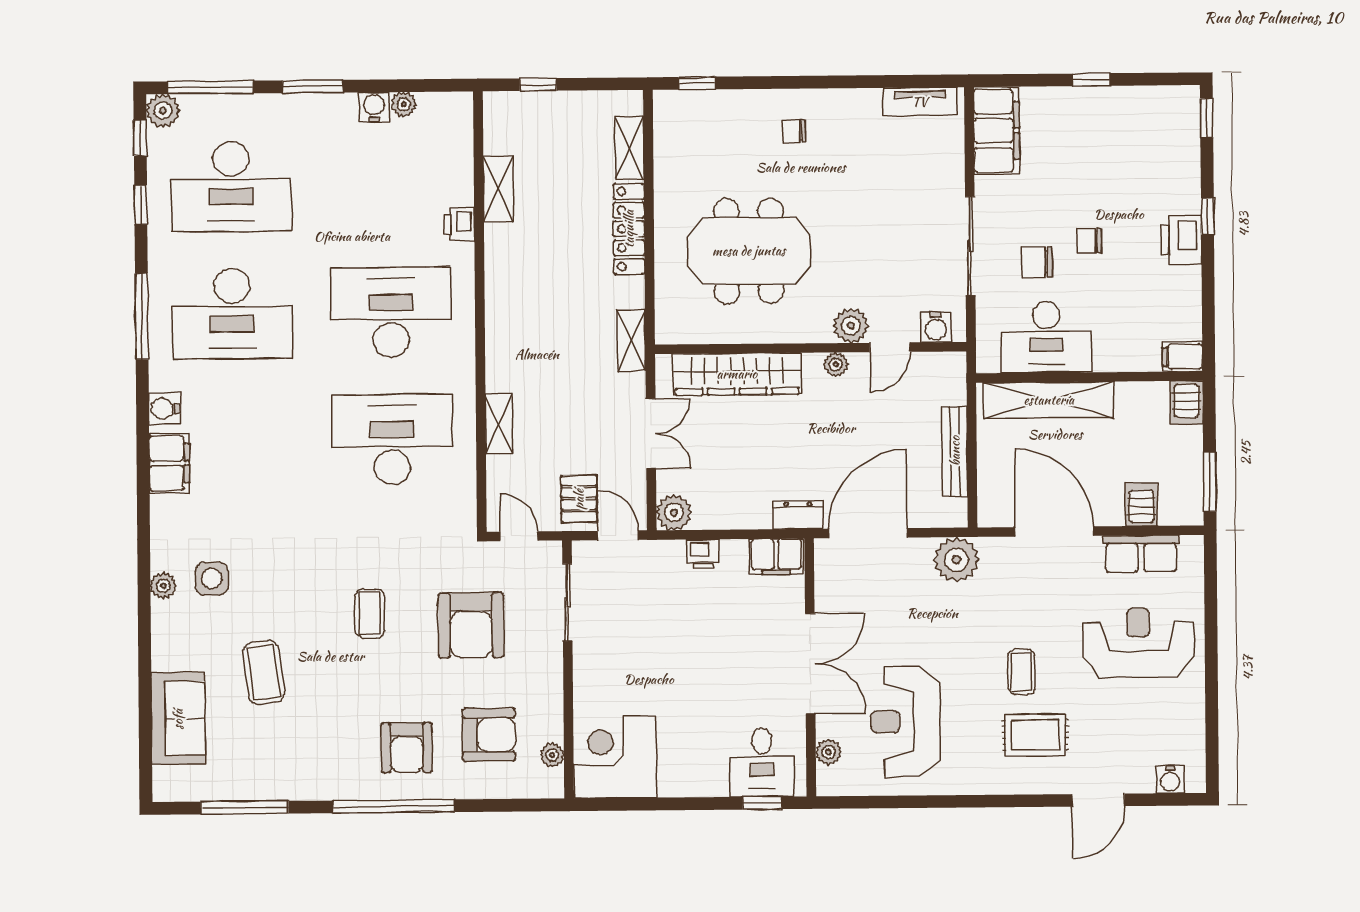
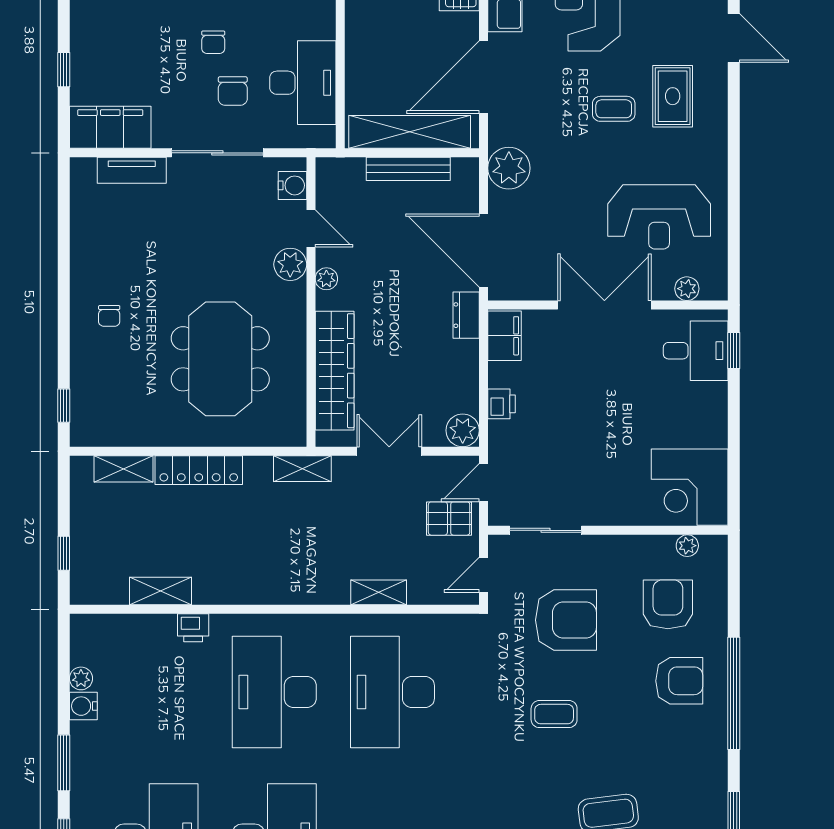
window: (1091, 80) -> (64, 70), moved
tv unit: (920, 102) -> (132, 170), moved, turned 90
shelving: (1049, 400) -> (410, 132), moved, turned 90

